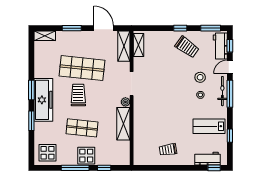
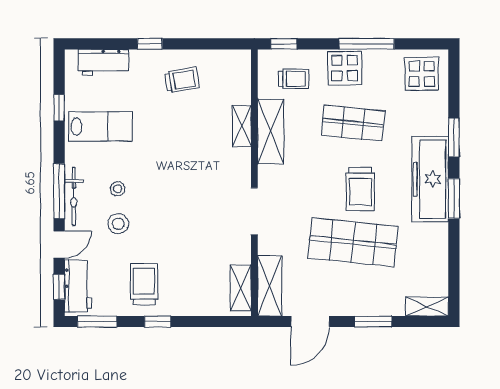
door: (104, 28) -> (310, 321), hinge flipped
trolley: (187, 47) -> (144, 284), turned 55
plant: (125, 102) -> (267, 175), removed
shelving: (138, 126) -> (242, 126), added
trolley: (112, 150) -> (294, 79), added
window: (104, 168) -> (284, 44), moved
window: (214, 168) -> (150, 44), moved

